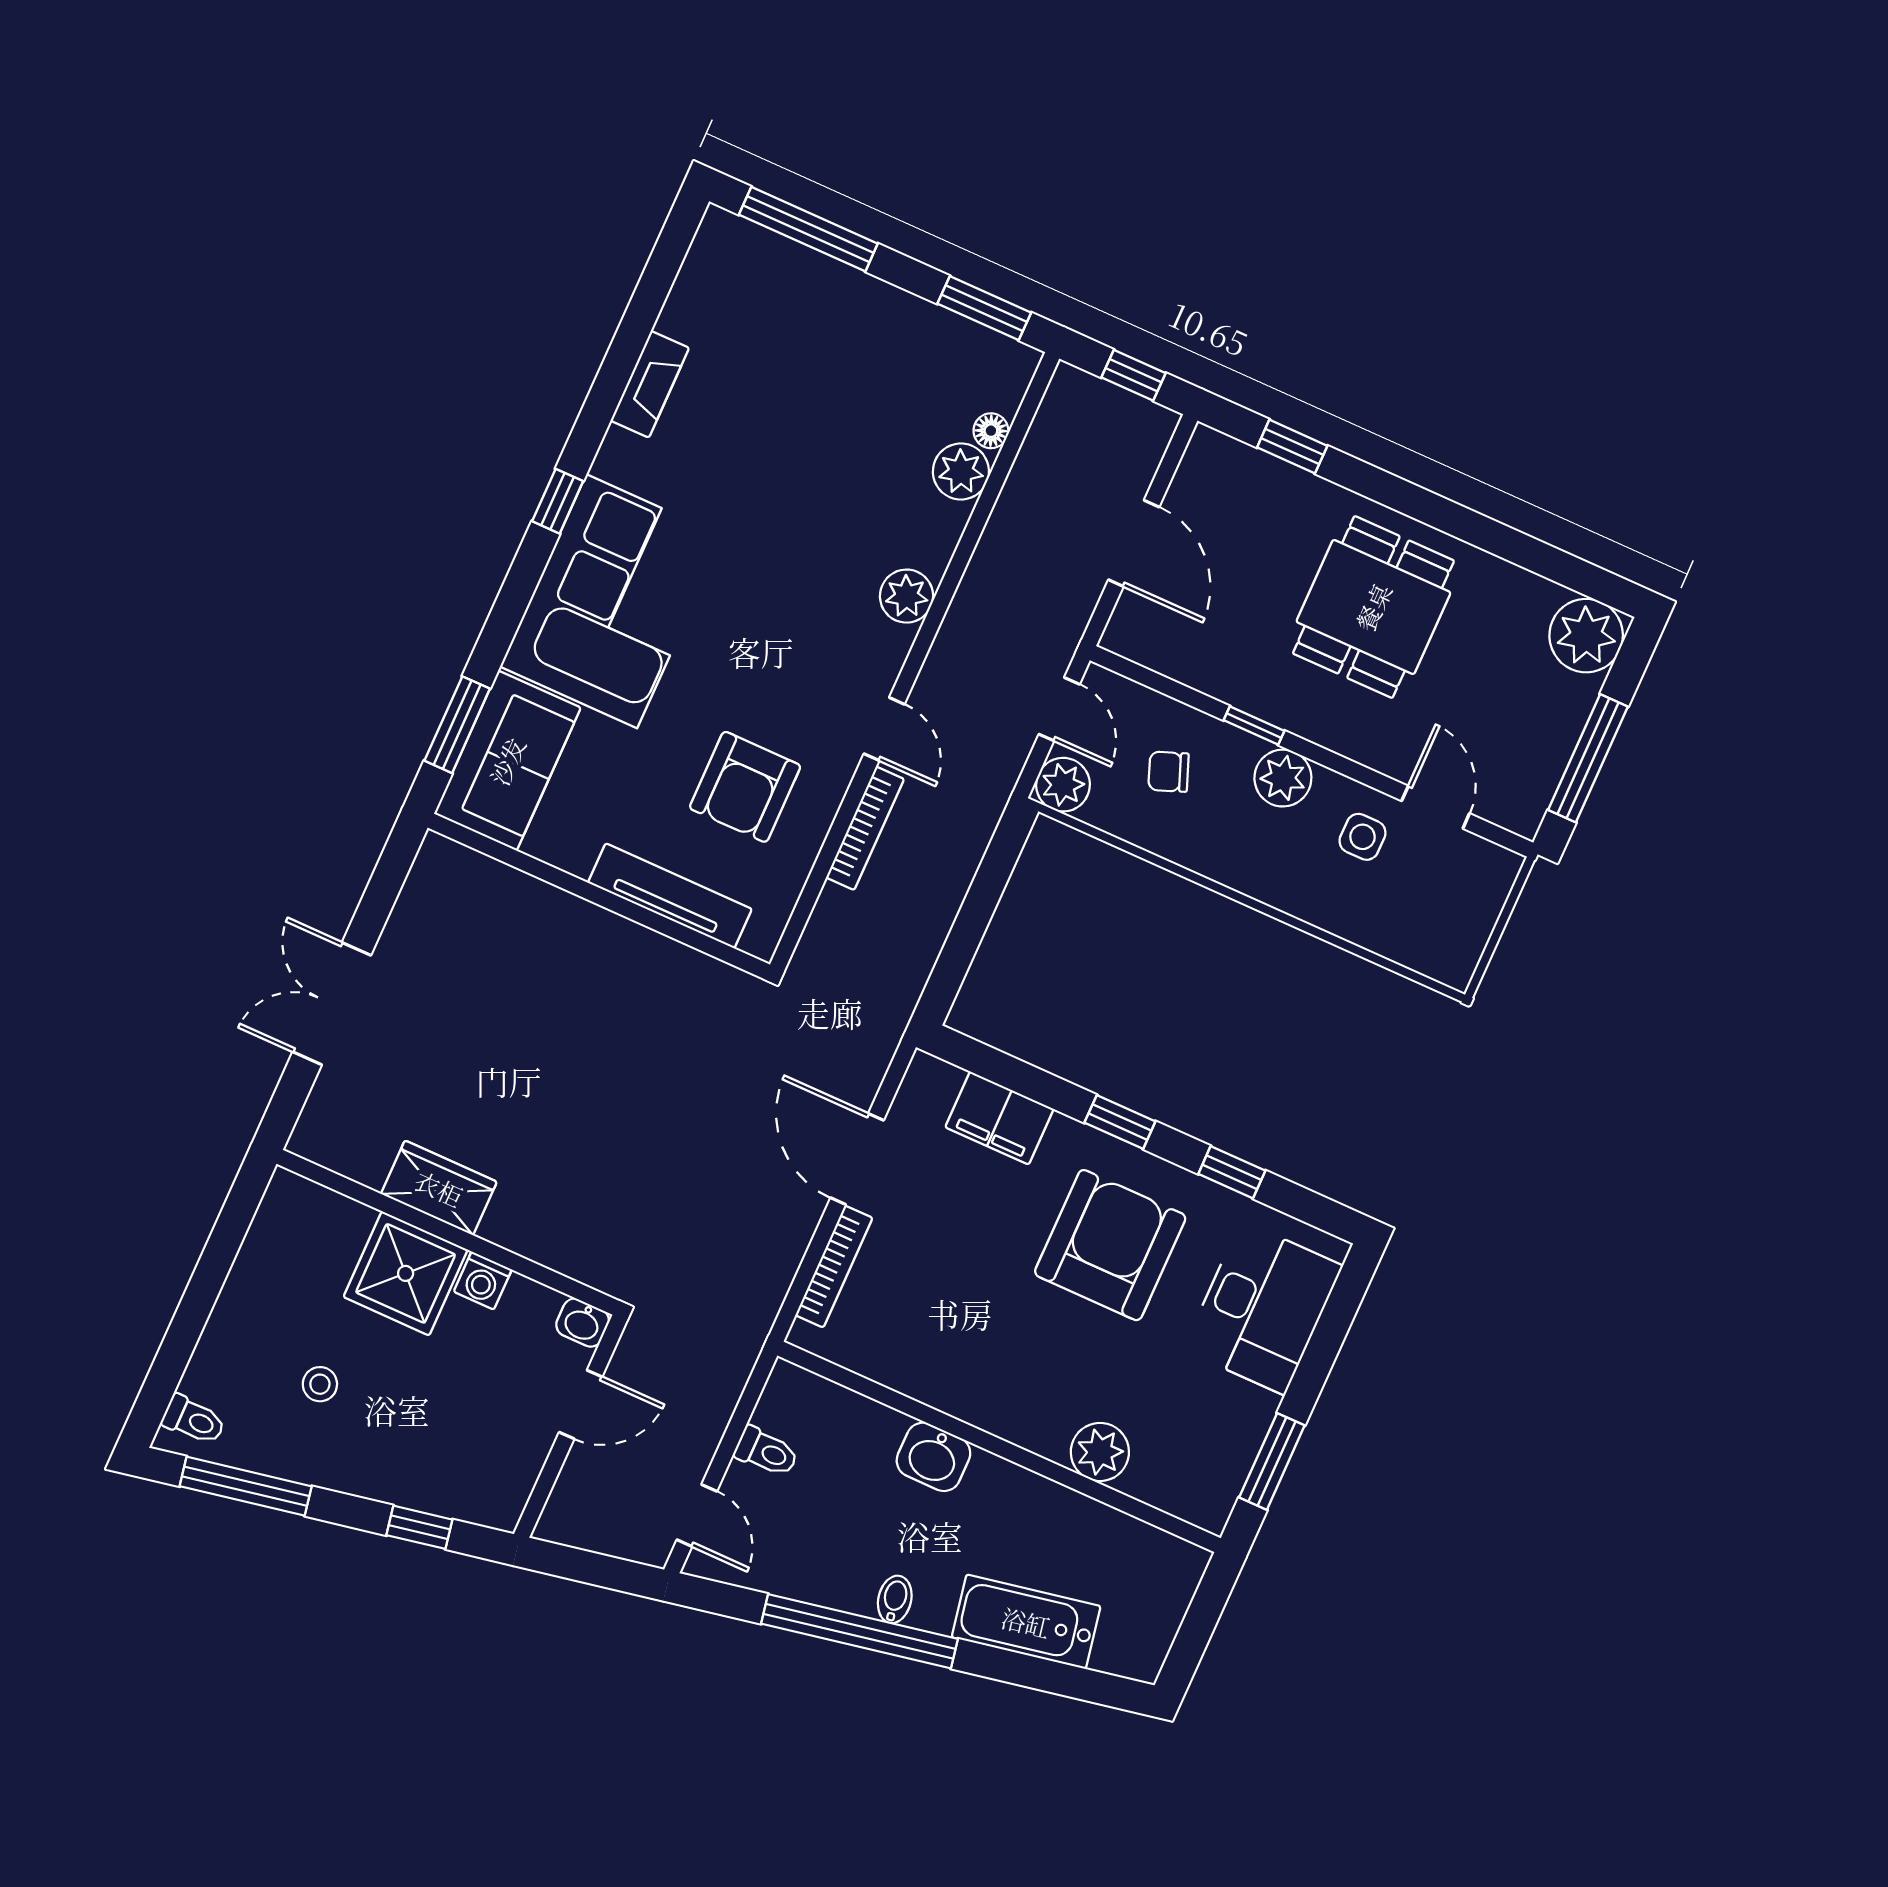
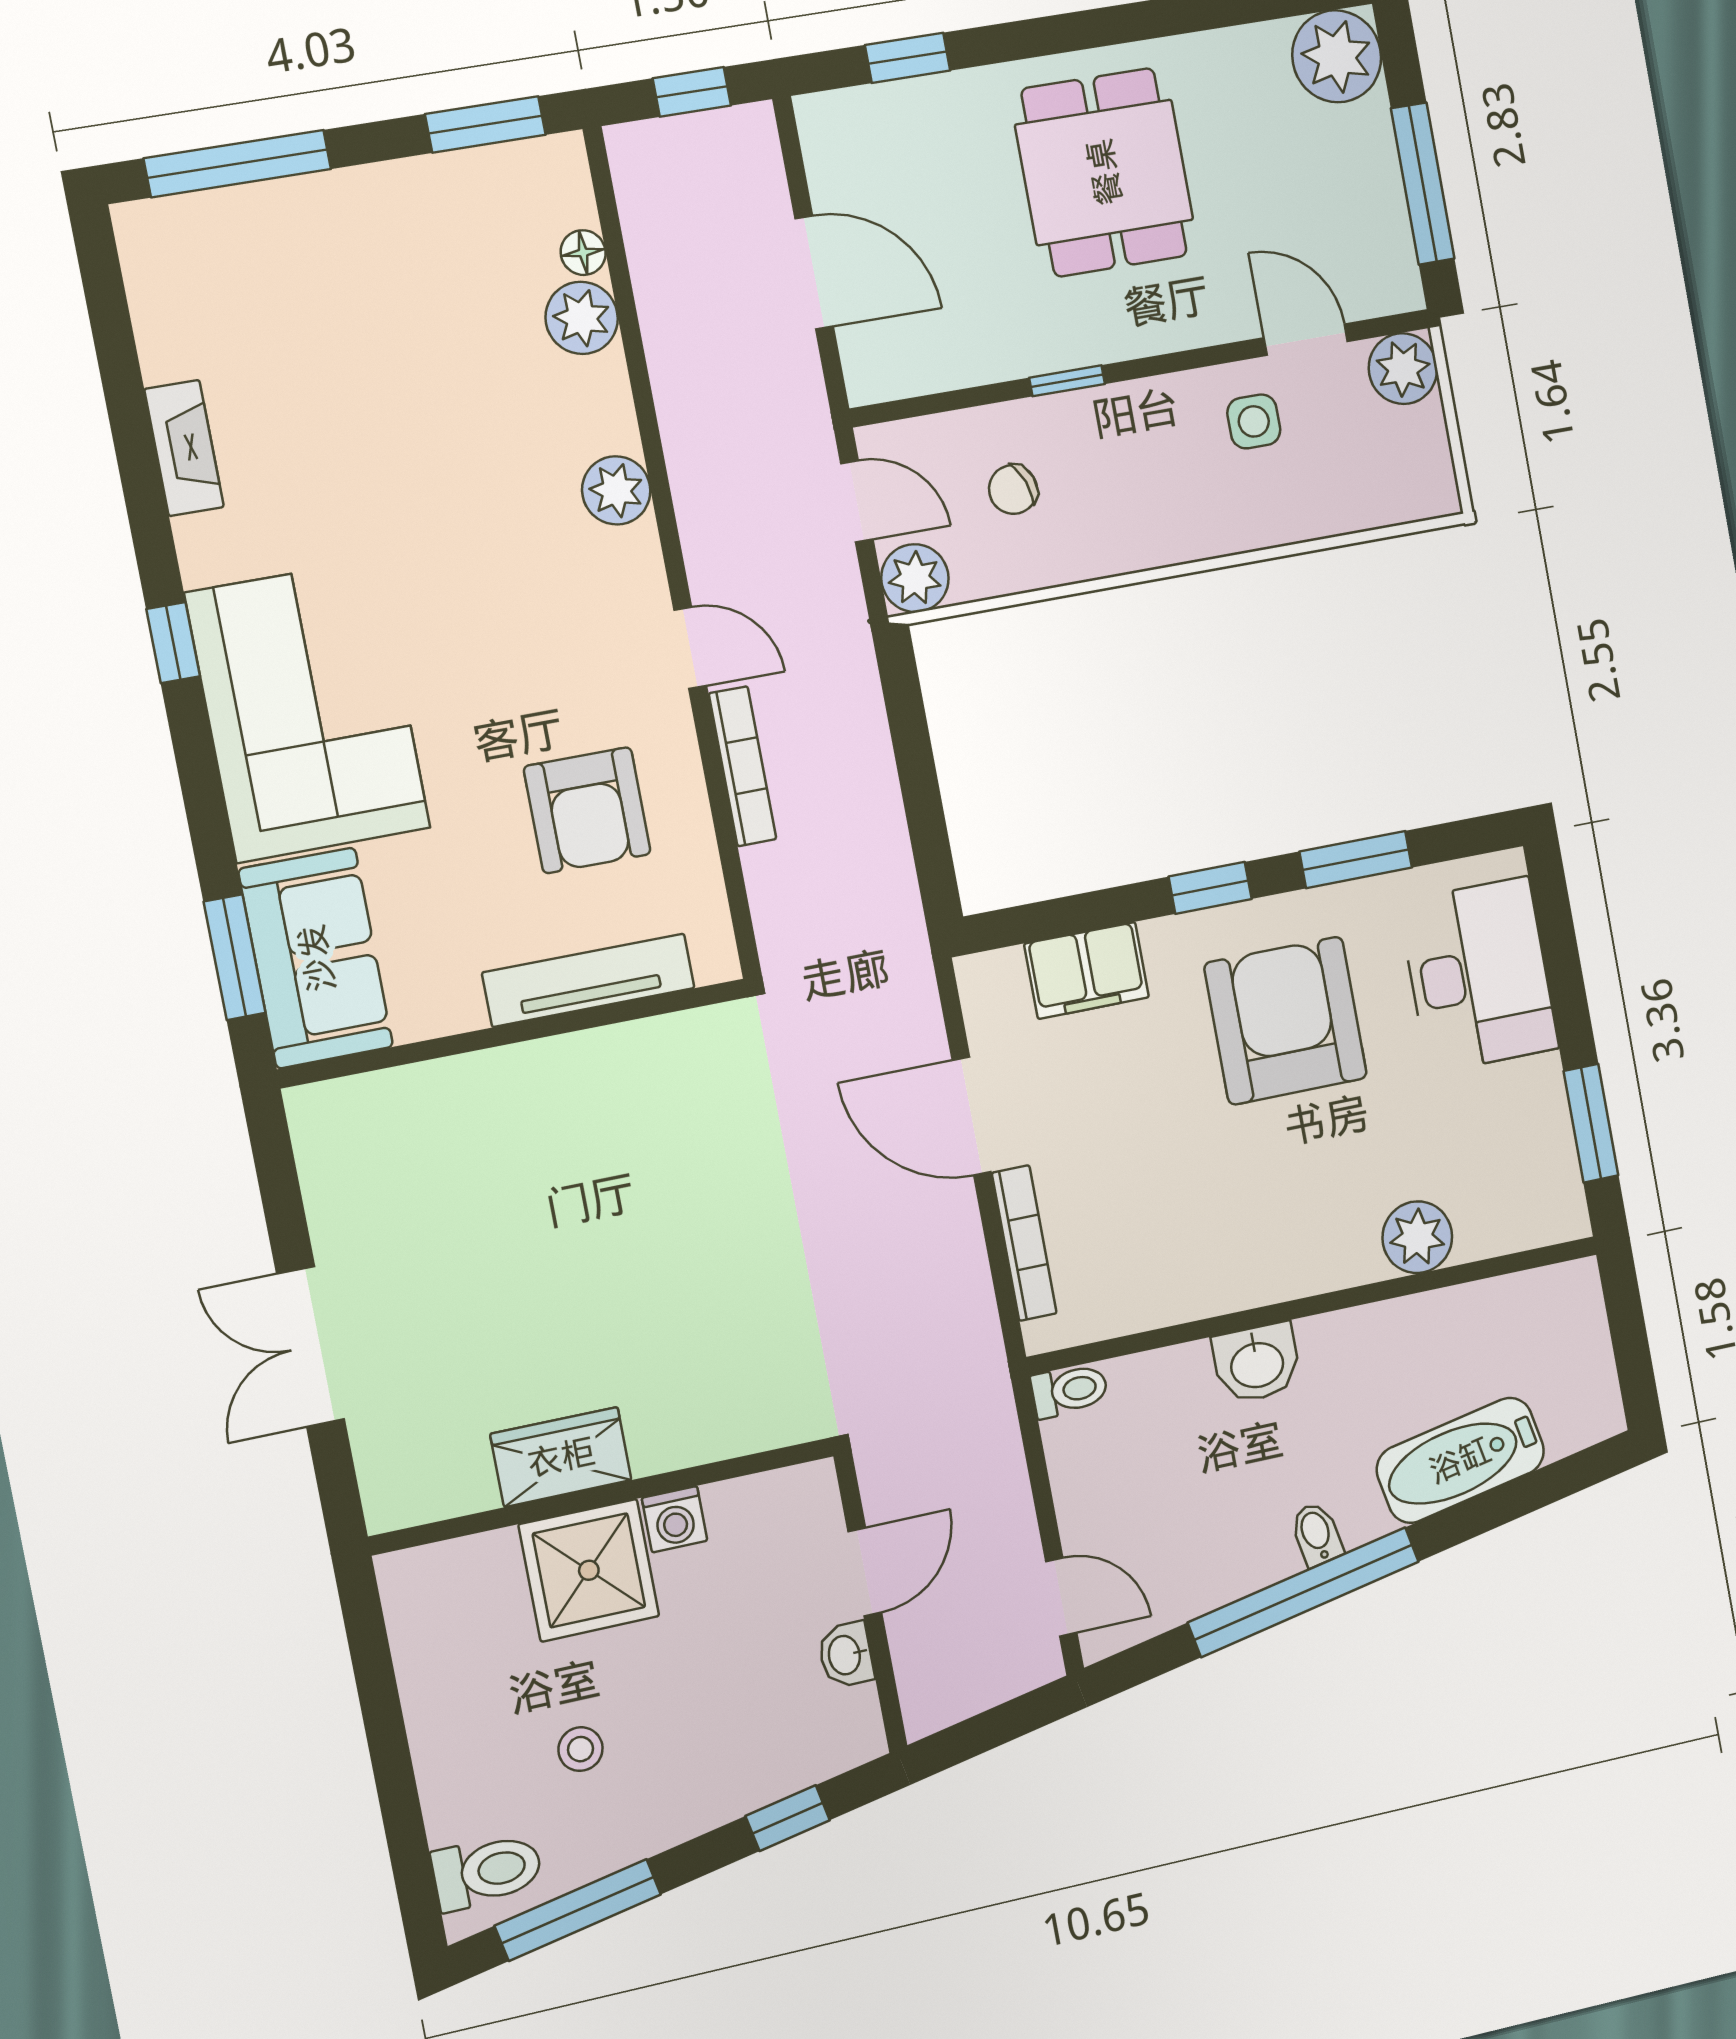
plant: (1283, 778) -> (1403, 369), moved
window: (1232, 1172) -> (1356, 860), width x1.50
washbasin: (583, 1323) -> (846, 1655), moved, turned 90
toilet: (194, 1420) -> (487, 1871), width x1.37, depth x1.39
toilet: (766, 1452) -> (1070, 1390), moved

